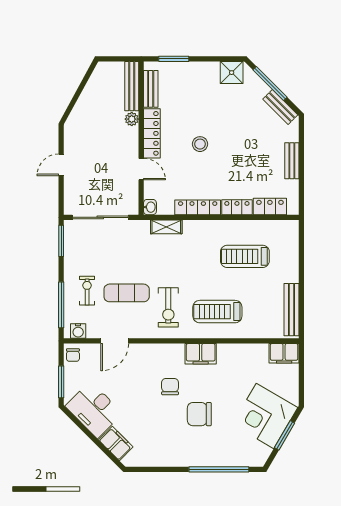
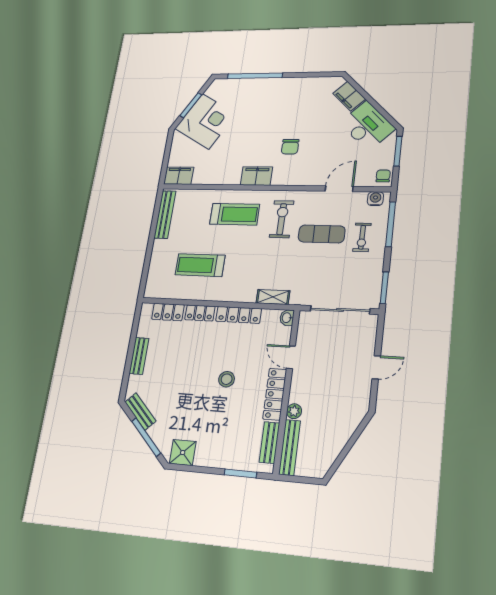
treadmill: (245, 256) -> (200, 265), turned 180
chair: (199, 414) -> (266, 123), removed

